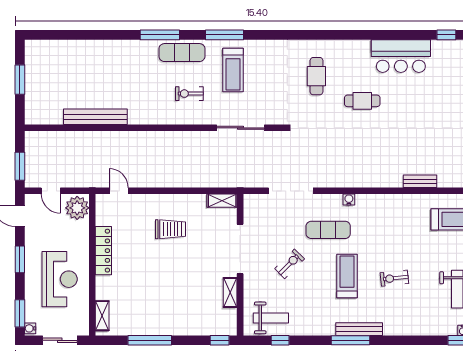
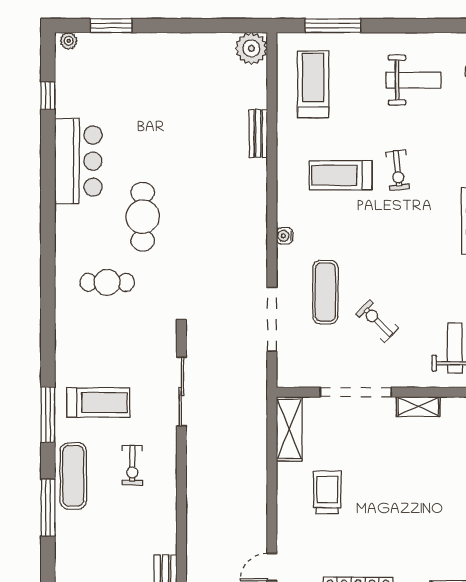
cafe table: (362, 101) -> (143, 217), width x1.37, depth x1.35
shelving: (222, 201) -> (289, 429), width x1.50, depth x1.33
exercise mat: (328, 230) -> (325, 292), moved
treadmill: (347, 276) -> (341, 175), moved

